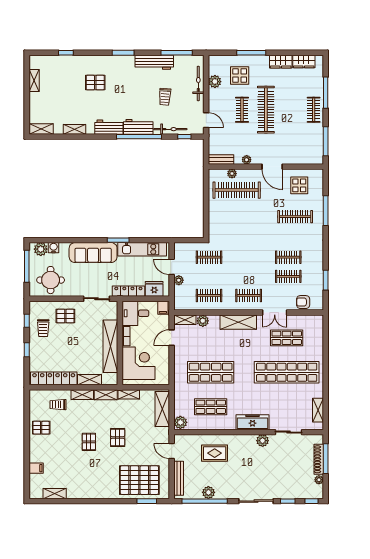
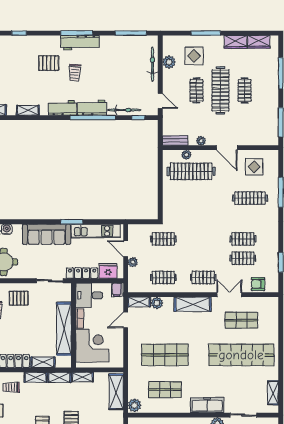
window: (123, 53) -> (77, 33), width x1.44
workbench: (154, 62) -> (80, 43), moved
trolley: (165, 97) -> (75, 73), moved
clothes rail: (314, 110) -> (245, 90), moved
double door: (275, 313) -> (229, 295), swing flipped

